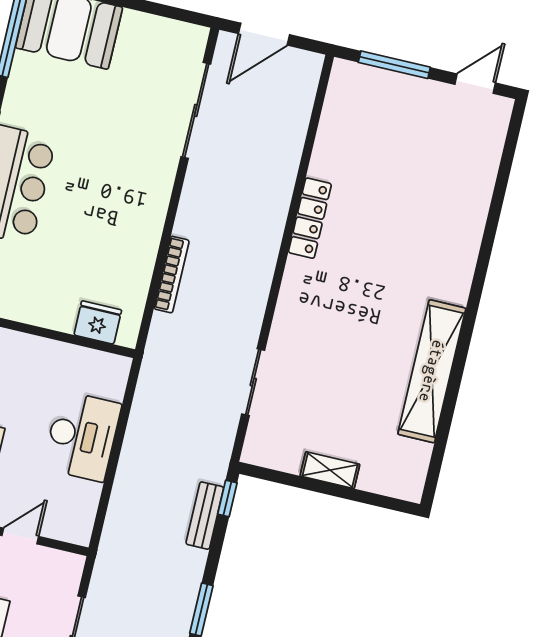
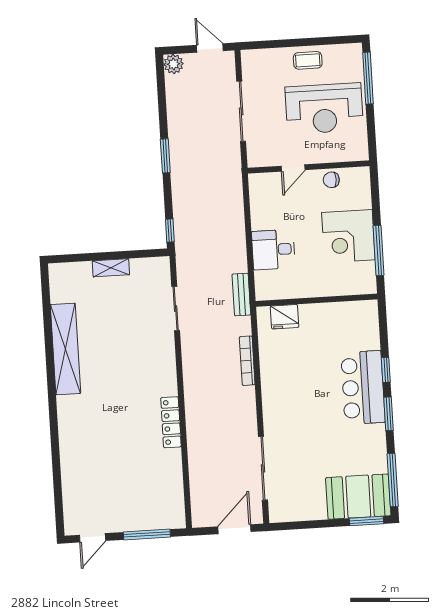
desk: (82, 436) -> (273, 250), width x0.73
bench: (205, 516) -> (241, 295), moved

